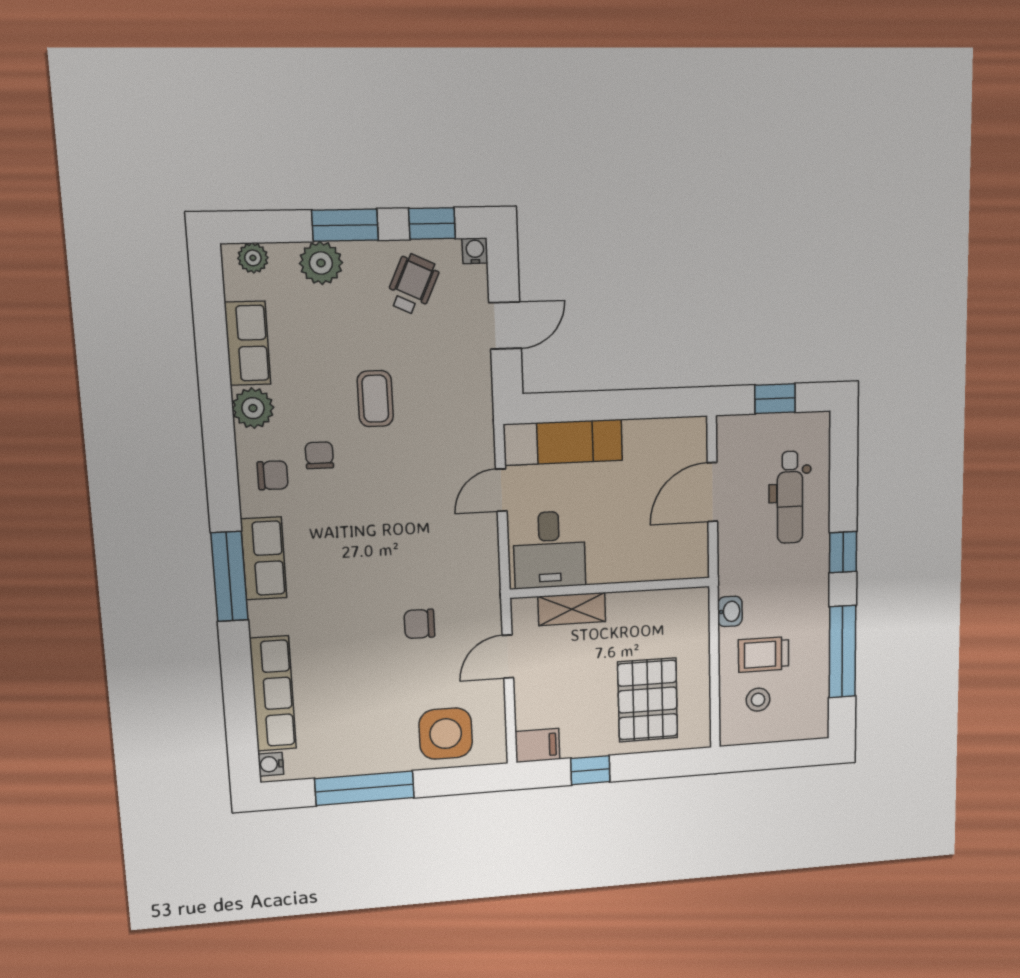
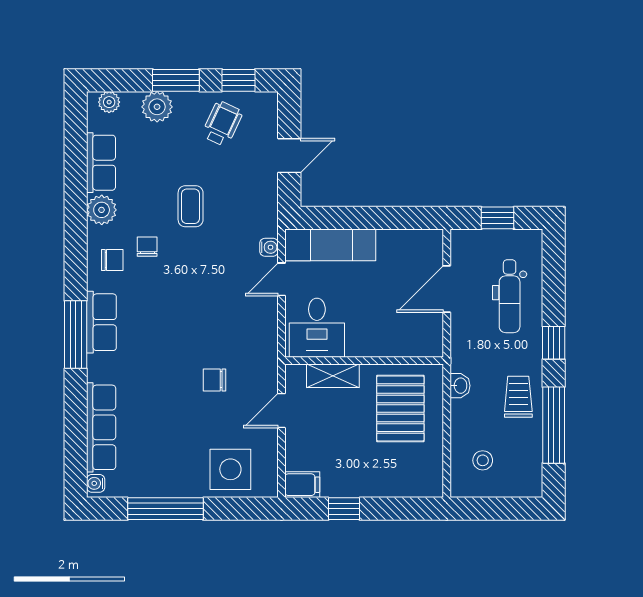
water cooler: (475, 251) -> (269, 247), moved, turned 90
trolley: (764, 654) -> (518, 397), moved, turned 90
pallet: (648, 700) -> (400, 409), moved

